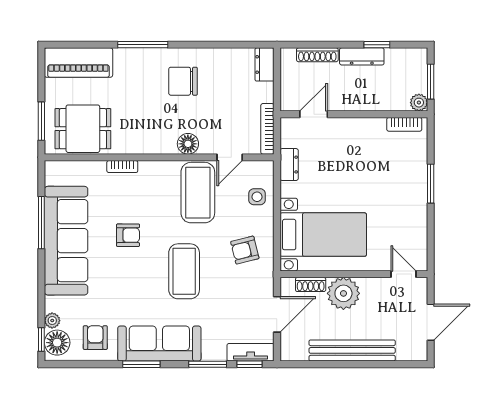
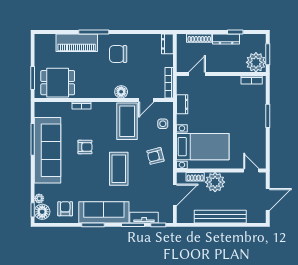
piano: (78, 63) -> (77, 43), moved
plant: (419, 103) -> (256, 62), width x1.87, depth x1.87
tv unit: (251, 352) -> (144, 218), moved

